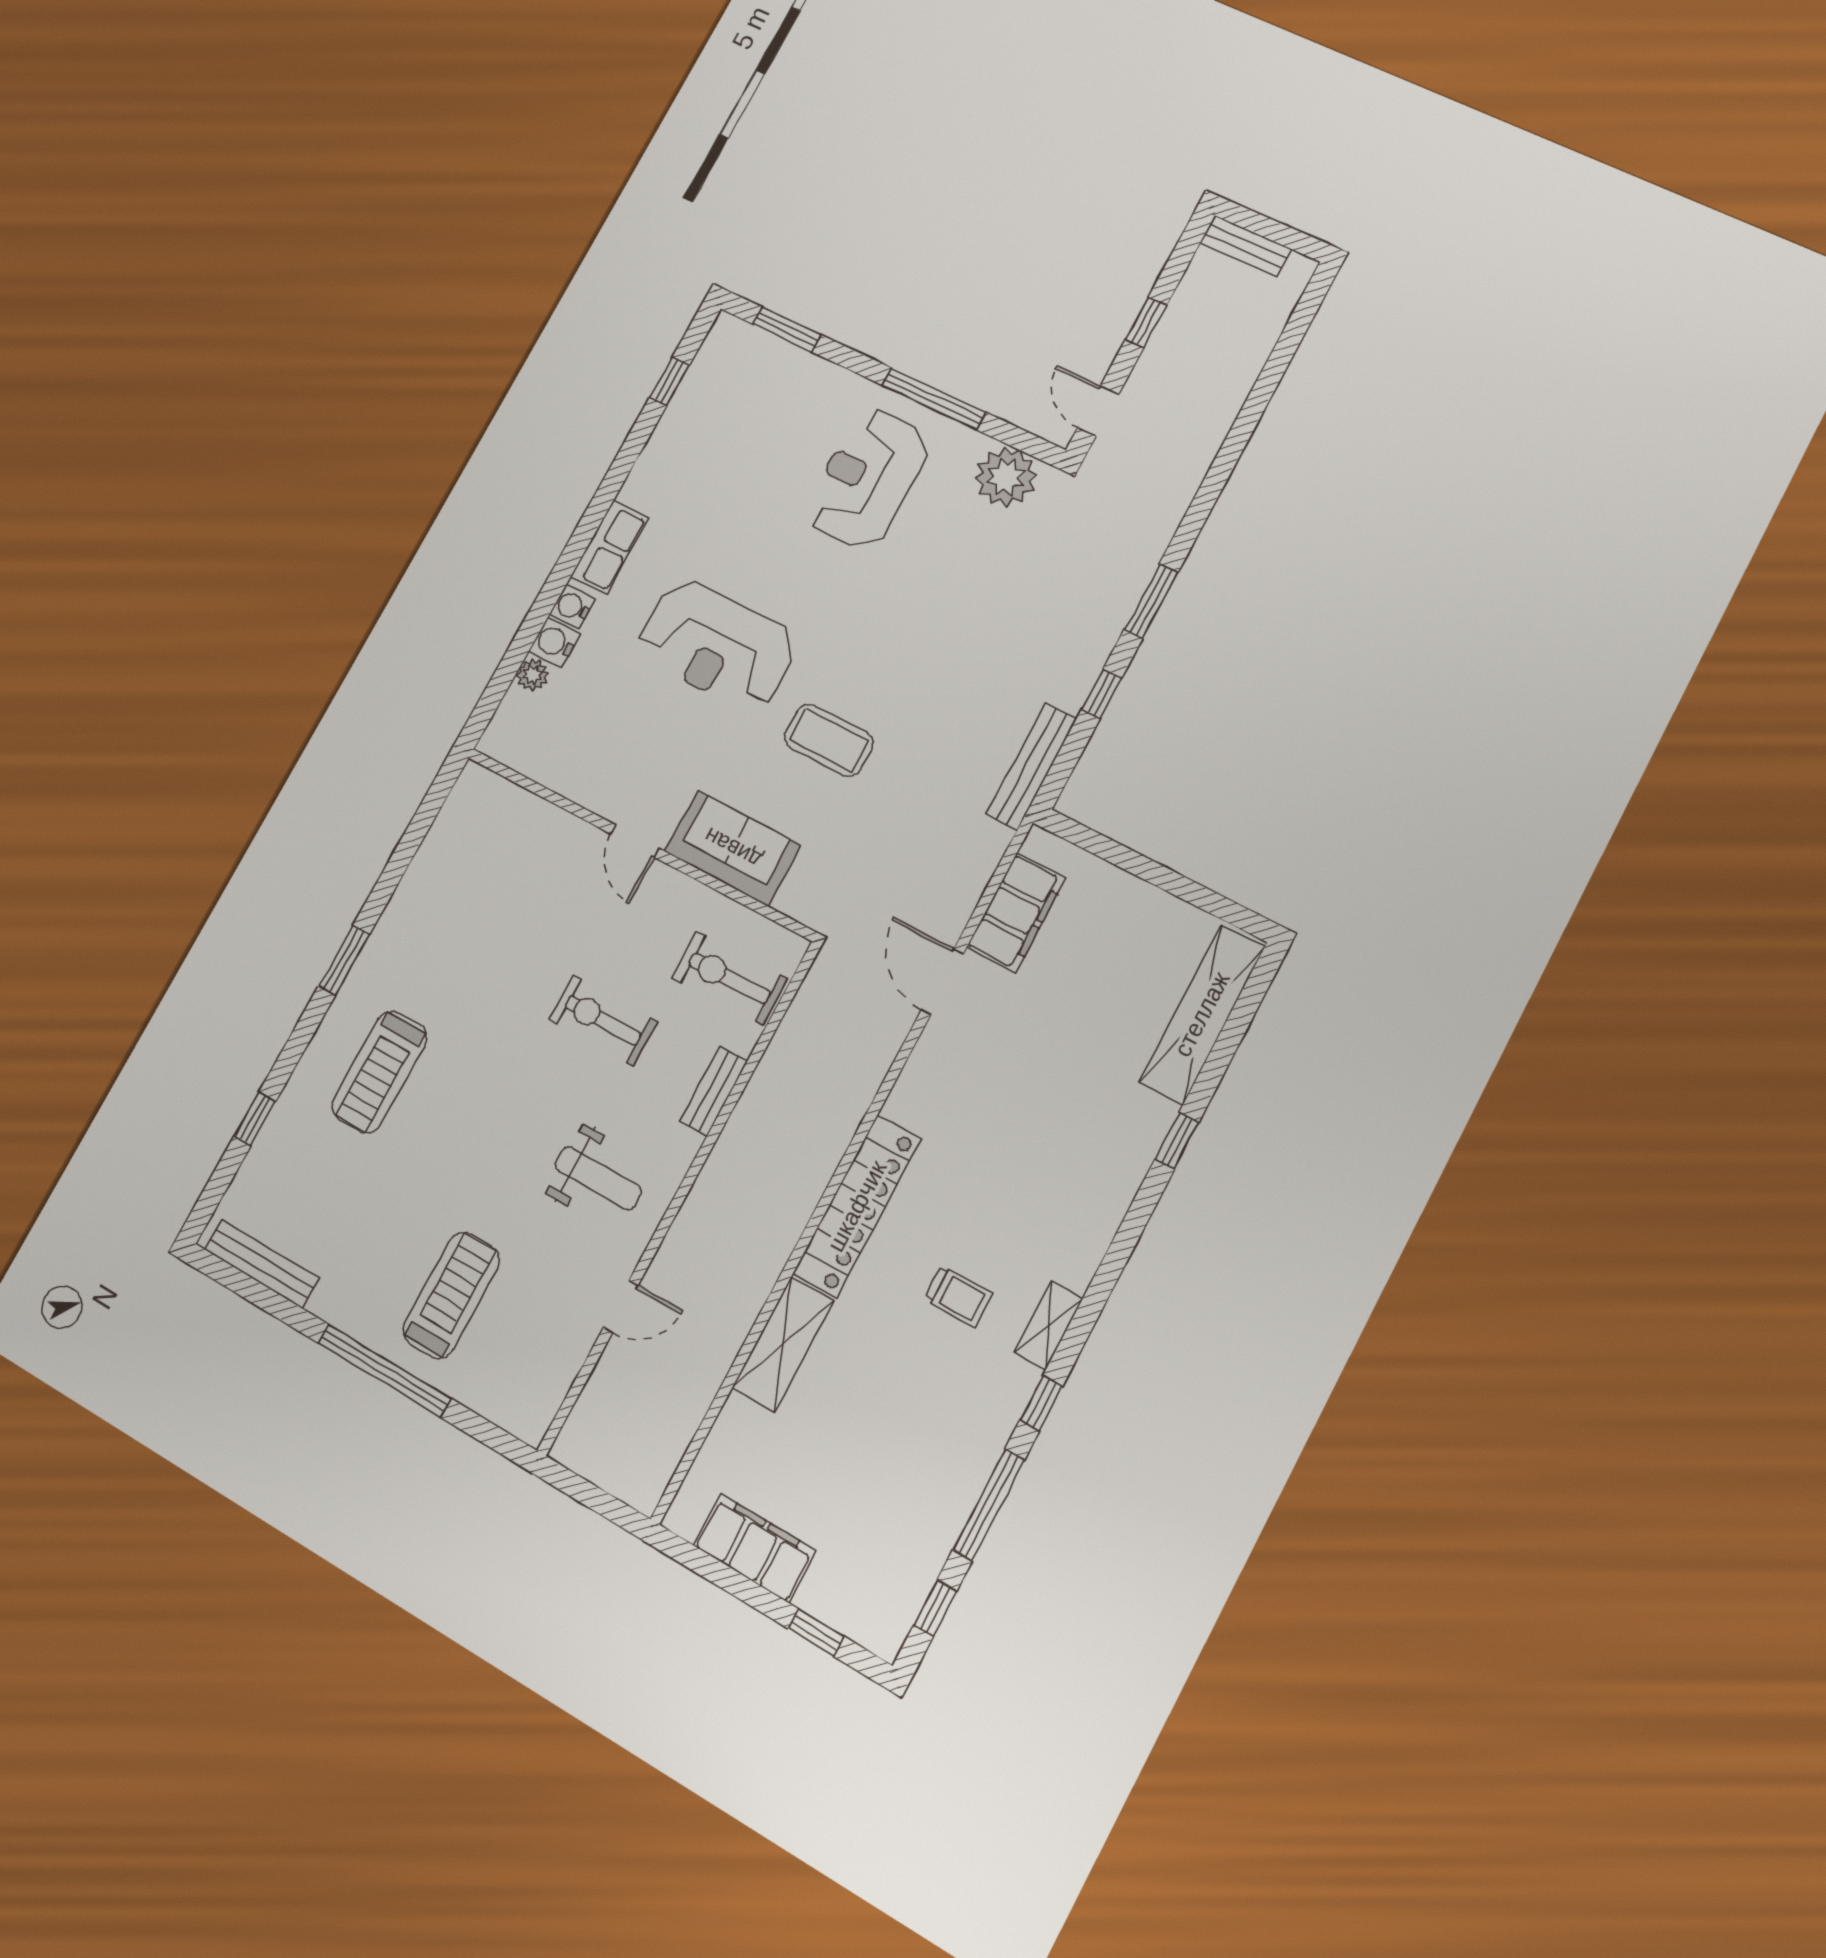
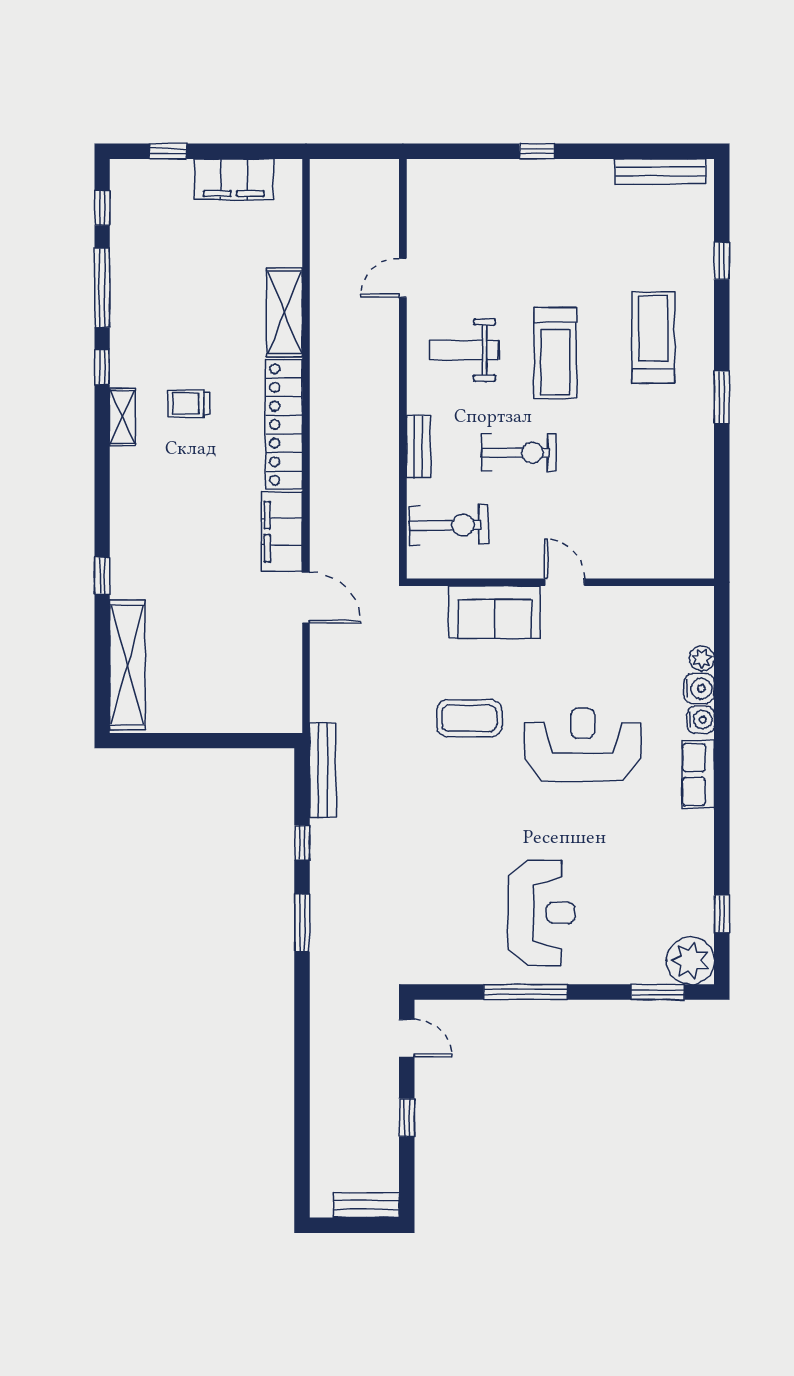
plant: (1006, 477) -> (690, 961), moved
filing cabinet: (1016, 913) -> (282, 532), moved
treadmill: (451, 1295) -> (555, 353), moved
window: (384, 1370) -> (537, 151), width x0.32

